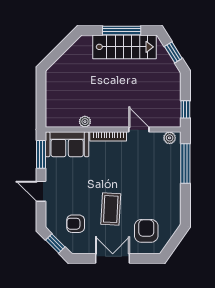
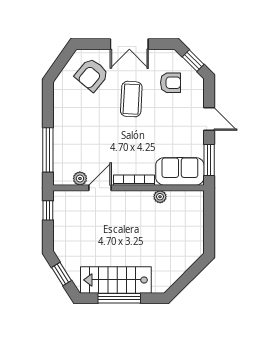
door: (139, 130) -> (100, 188), swing flipped
plant: (170, 138) -> (80, 178), moved
armchair: (146, 231) -> (92, 75), turned 40

